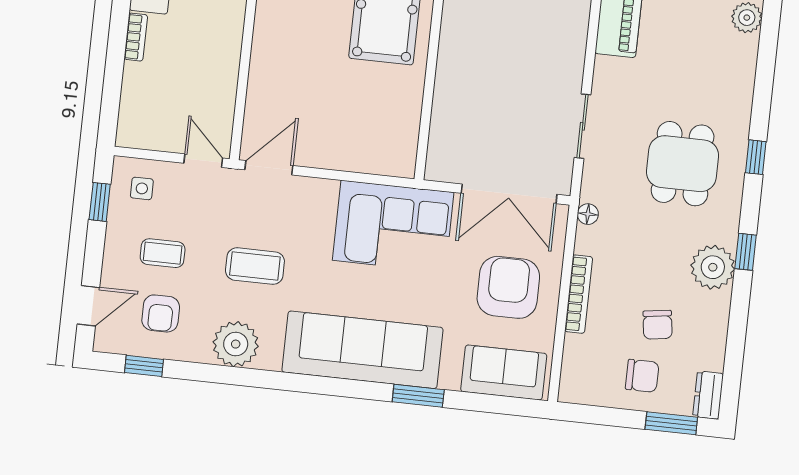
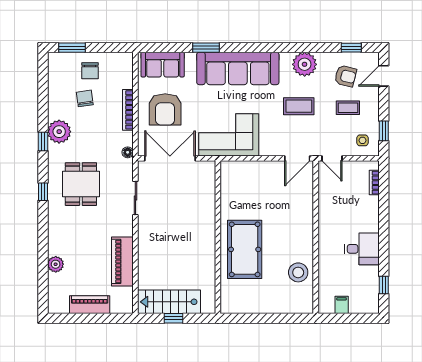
bookcase: (136, 37) -> (374, 183), moved
armchair: (161, 313) -> (346, 76), turned 104
chair: (642, 376) -> (90, 71), turned -90
dresser: (708, 395) -> (54, 64), removed

